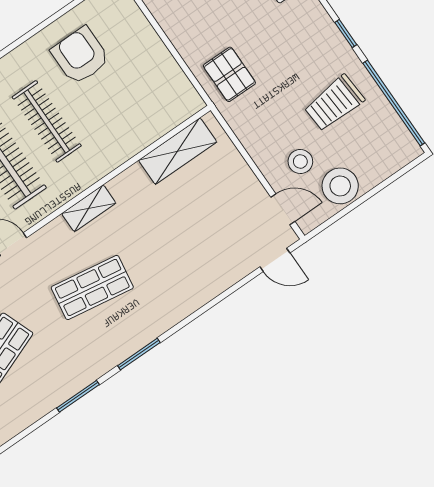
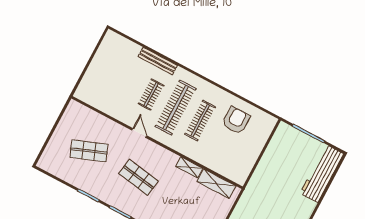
pallet: (229, 74) -> (261, 189), removed
shelving: (89, 208) -> (189, 167), moved

